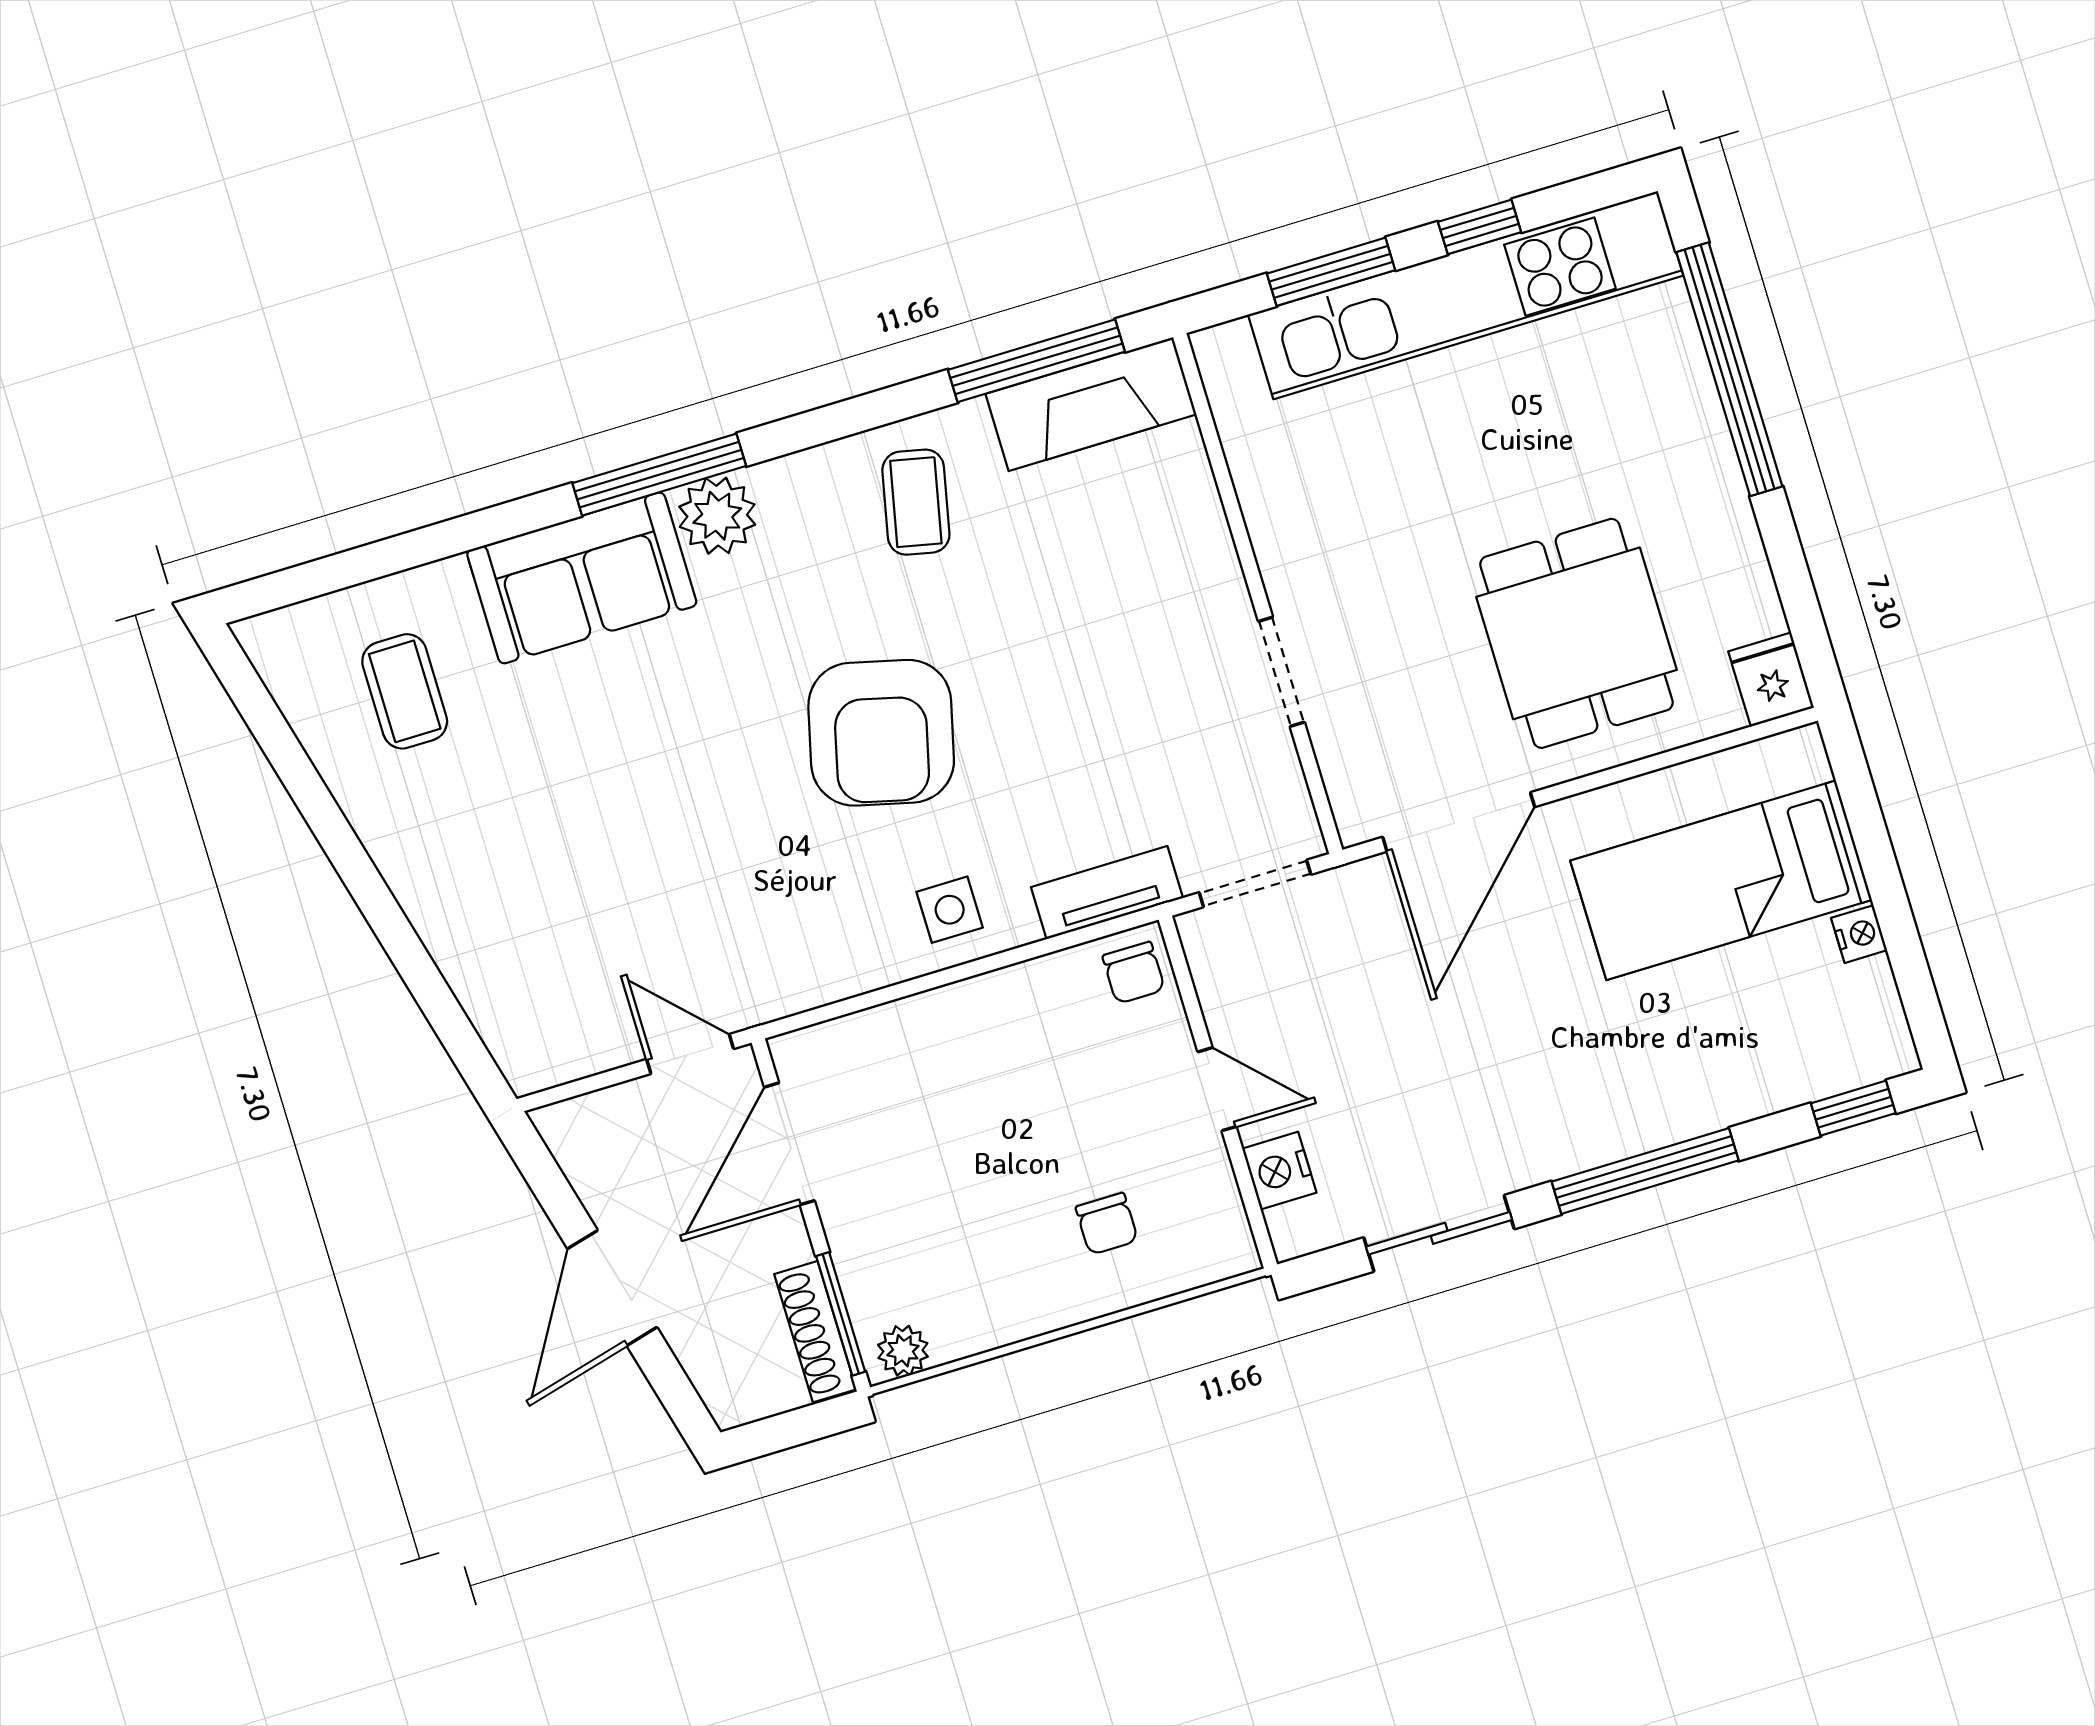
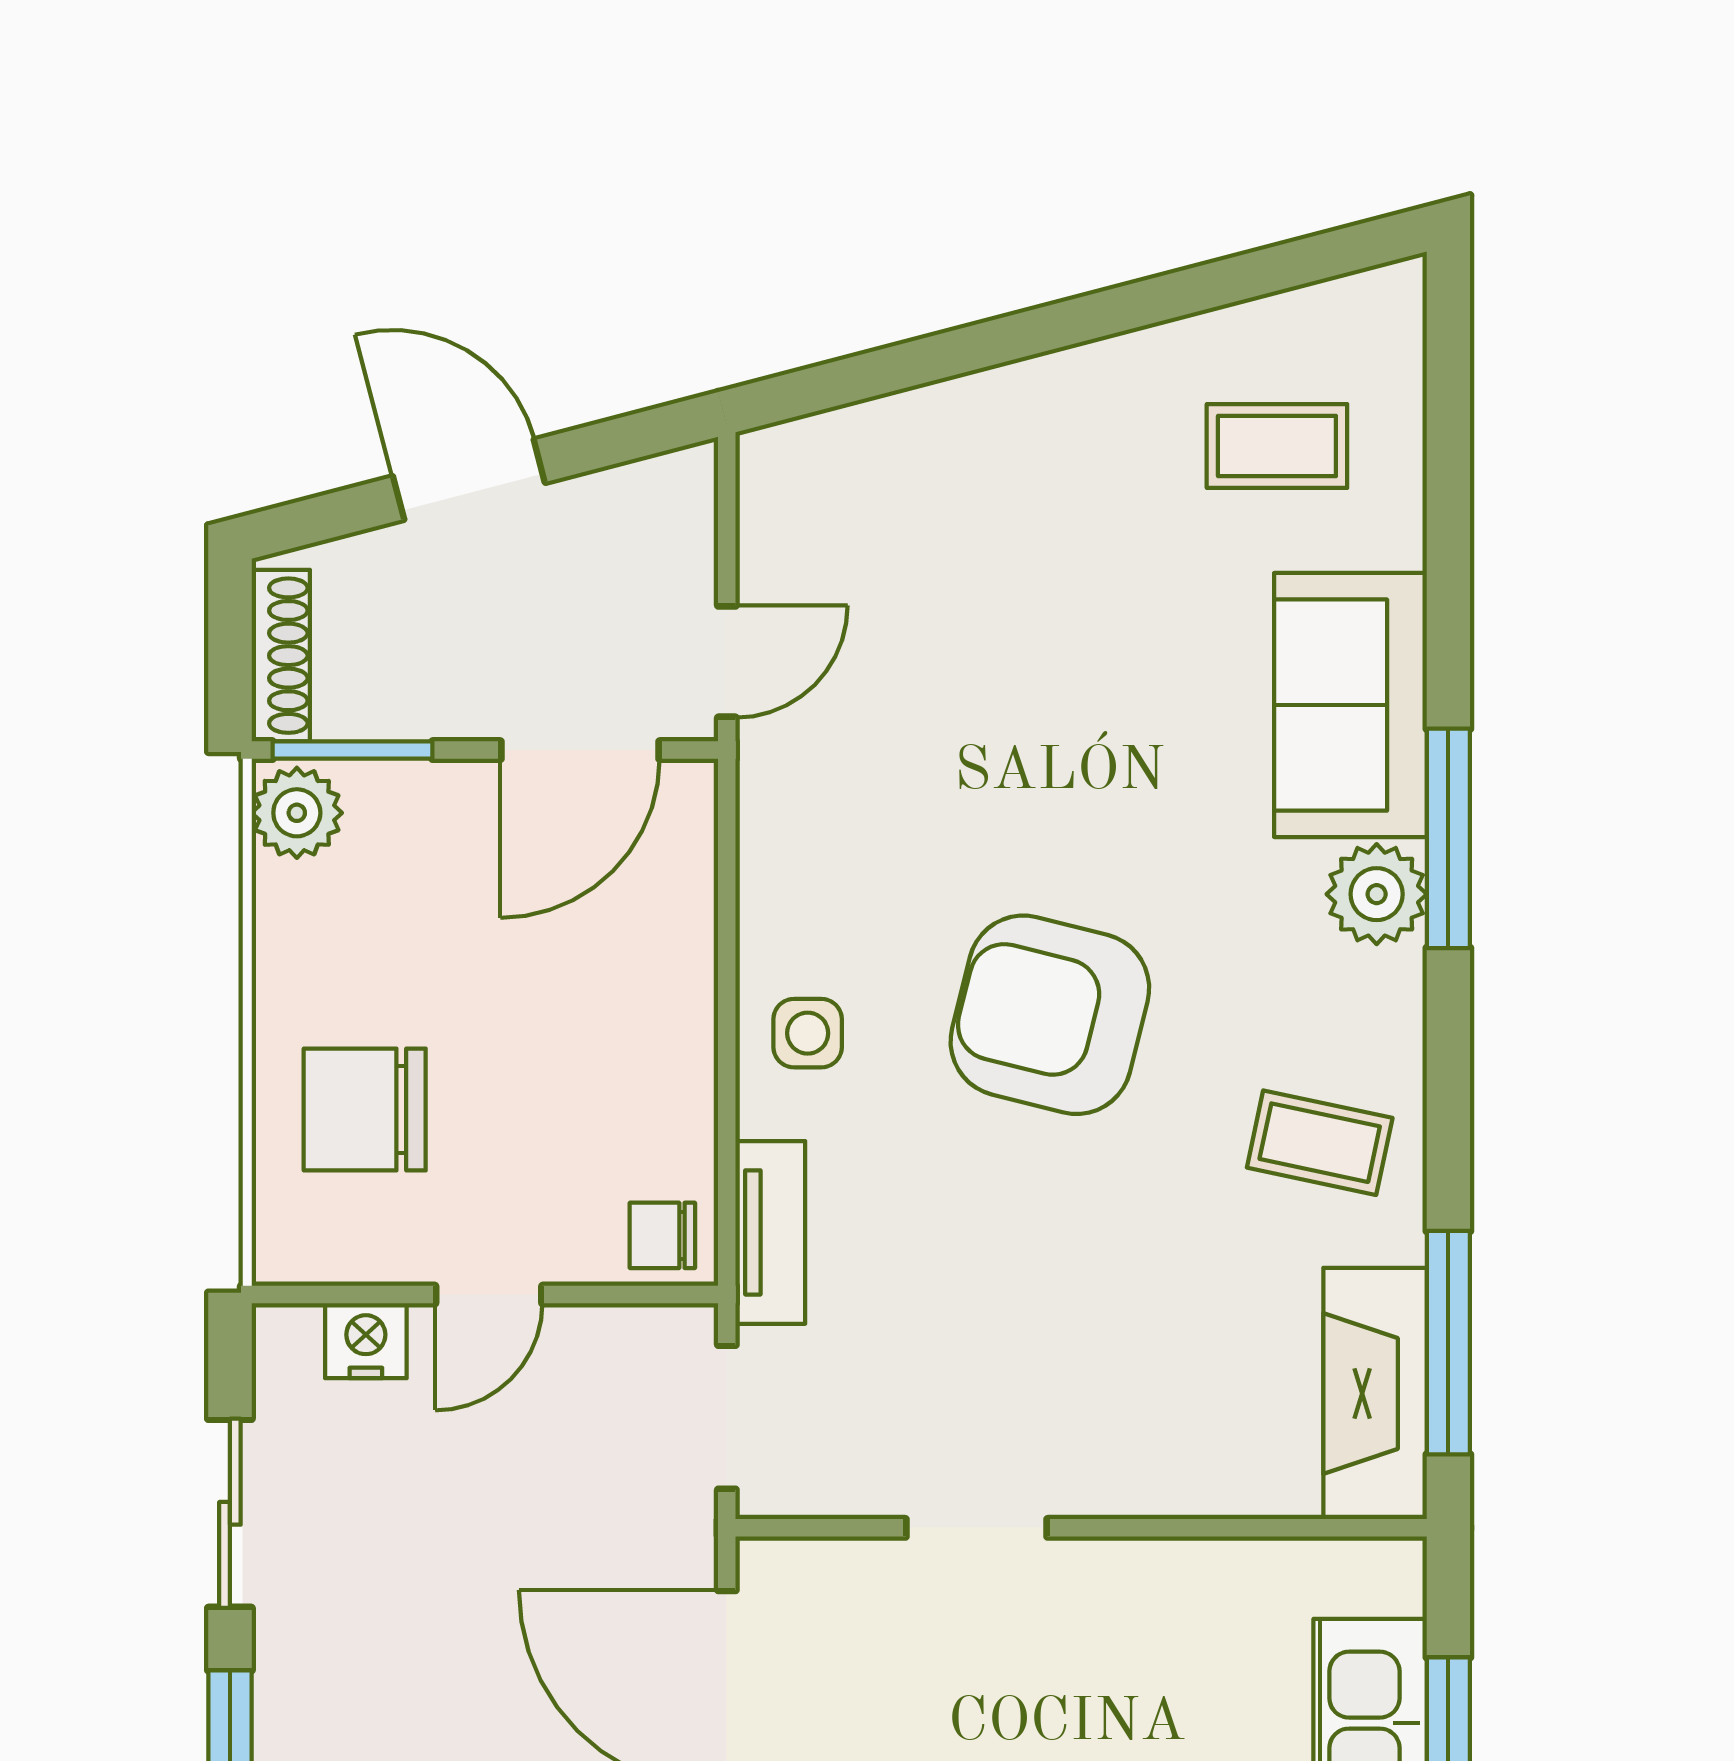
door: (789, 1144) -> (580, 750), swing flipped
chair: (1107, 1224) -> (365, 1109), width x1.87, depth x1.87
shoe rack: (815, 1332) -> (281, 656), moved, turned 90
plant: (903, 1351) -> (297, 813), width x1.38, depth x1.38

